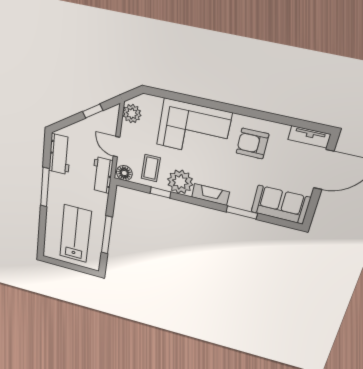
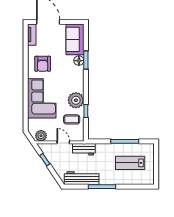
door: (116, 147) -> (63, 142), swing flipped
workbench: (60, 154) -> (82, 178), width x1.38
floor lamp: (124, 173) -> (79, 61), moved
fireplace: (211, 195) -> (79, 81), removed
lab bench: (75, 234) -> (130, 163), width x0.73, depth x0.72

